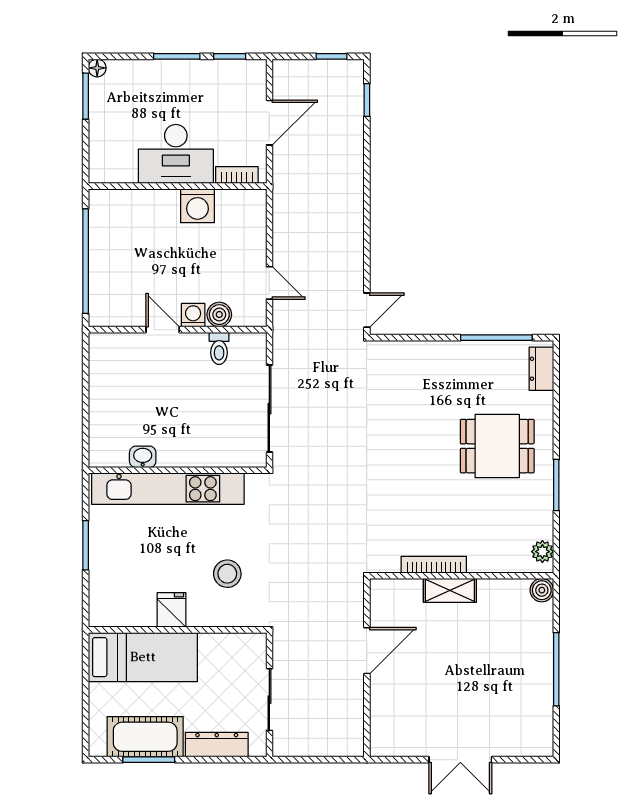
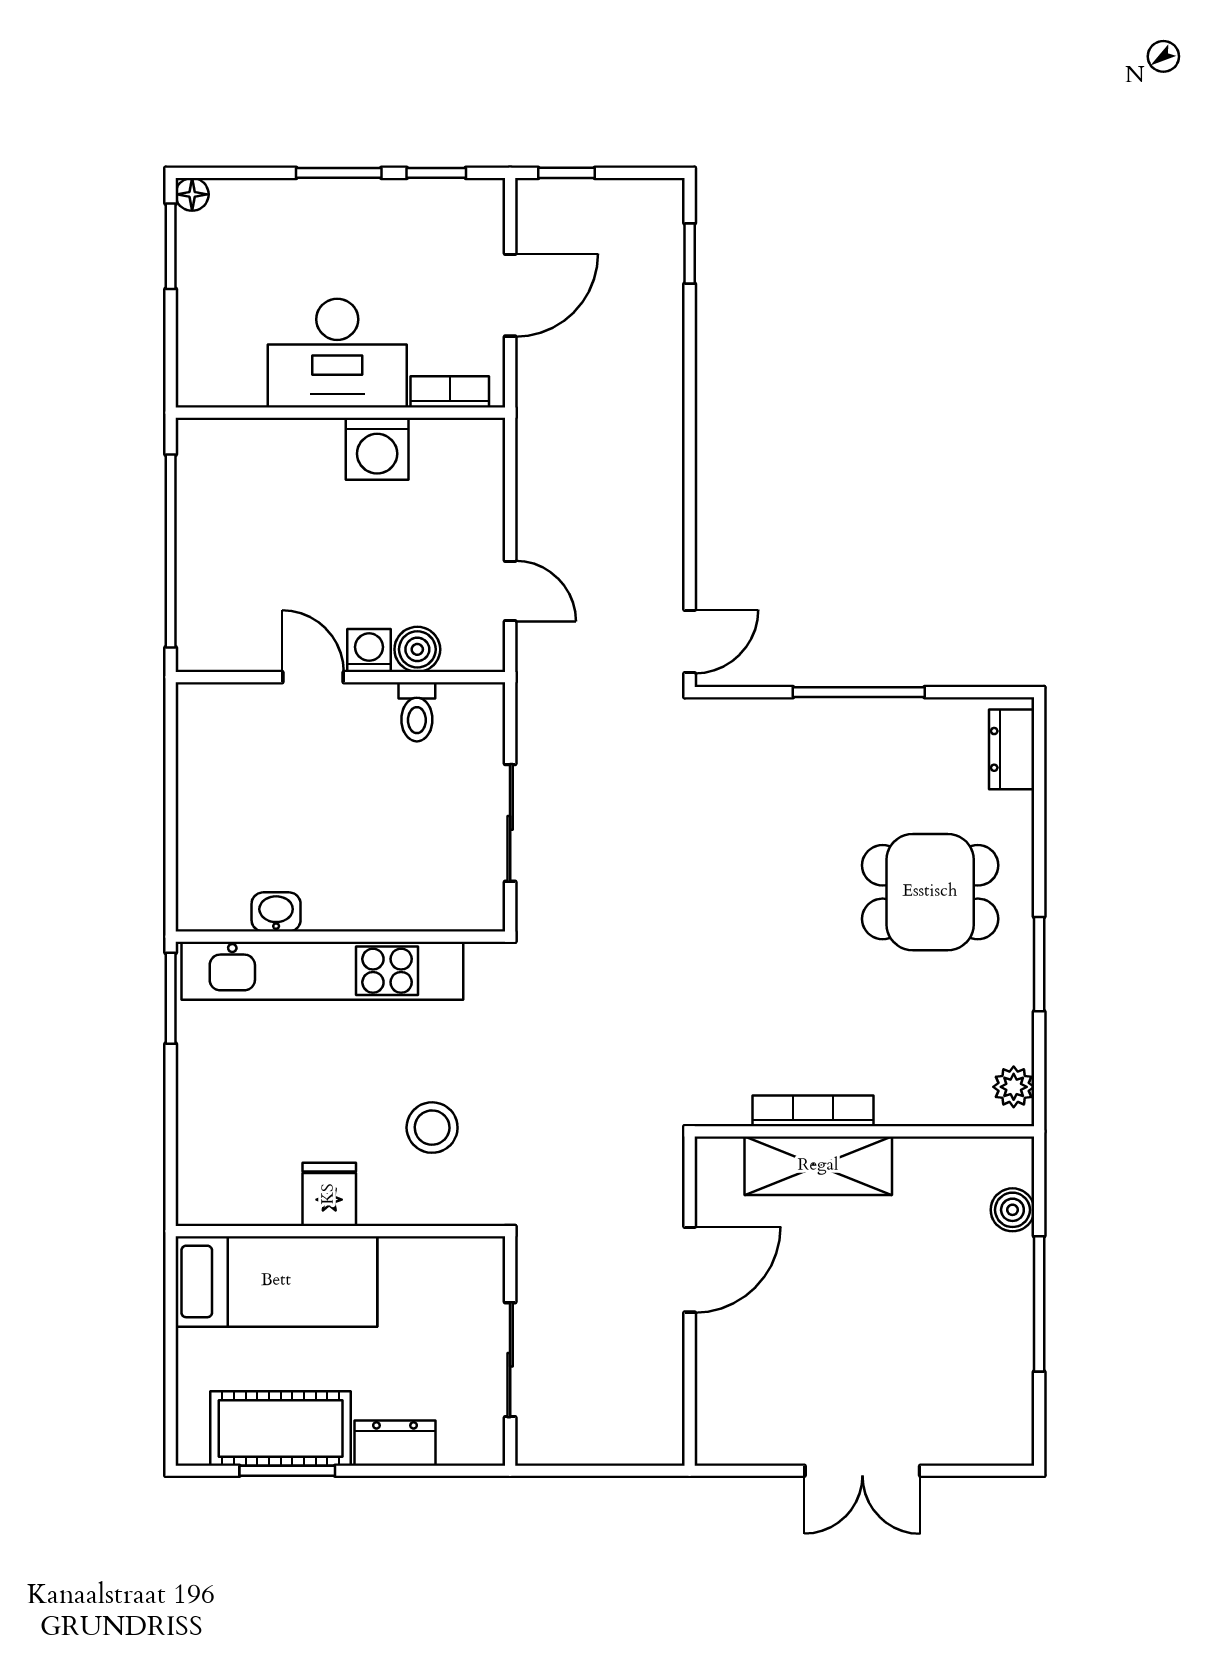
window: (332, 56) -> (567, 173), moved
window: (496, 338) -> (859, 692), moved
sliding door: (269, 409) -> (510, 823), width x0.73
window: (86, 545) -> (171, 998), moved
shelving: (450, 590) -> (818, 1166), width x1.50, depth x1.33
boiler: (542, 590) -> (1012, 1210), moved
dresser: (217, 745) -> (395, 1443), width x0.70

